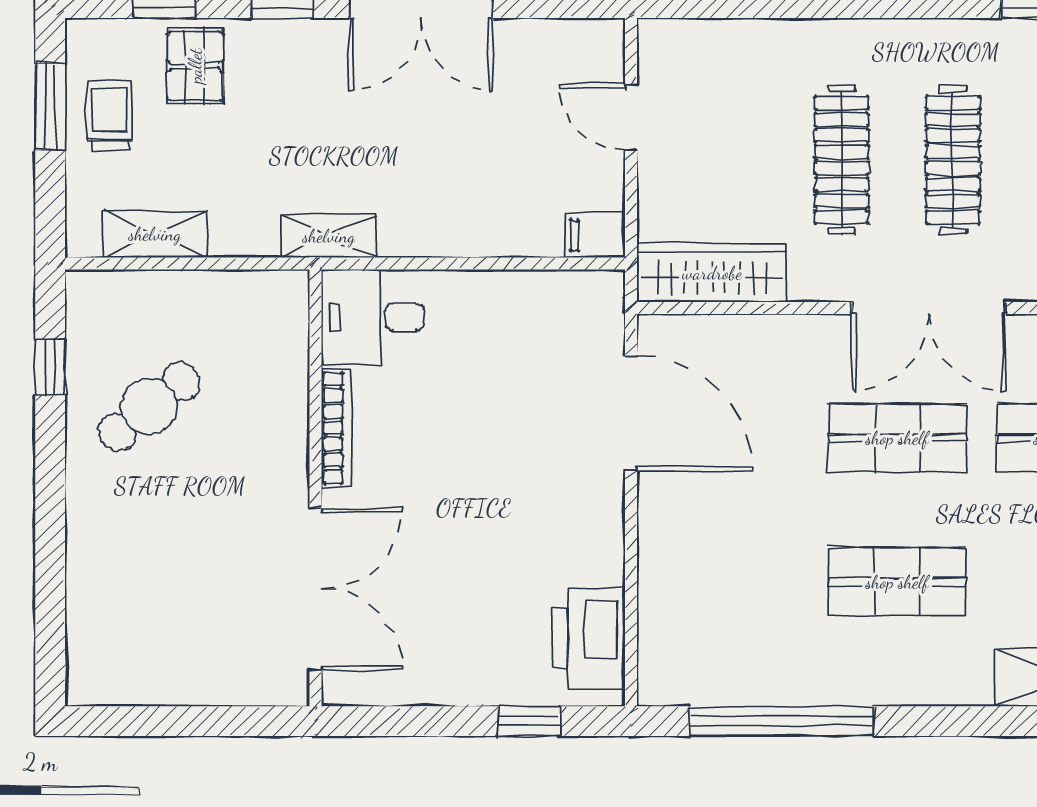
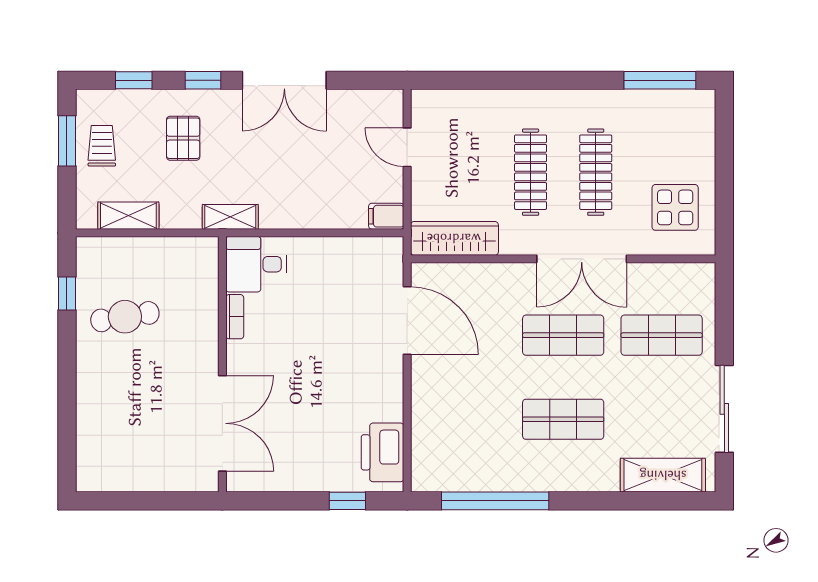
pallet: (195, 66) -> (183, 138), moved
cafe table: (149, 407) -> (125, 317), turned 30
bookcase: (337, 428) -> (235, 317), width x0.64

